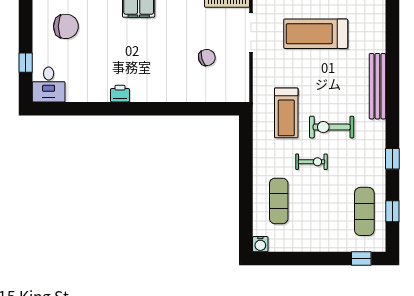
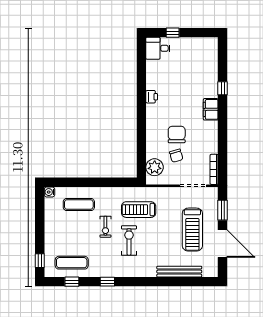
chair: (66, 26) -> (177, 134), moved, turned 180
treadmill: (316, 34) -> (192, 230), turned 180
bench: (377, 86) -> (179, 272), moved
plant: (224, 89) -> (155, 167), added

